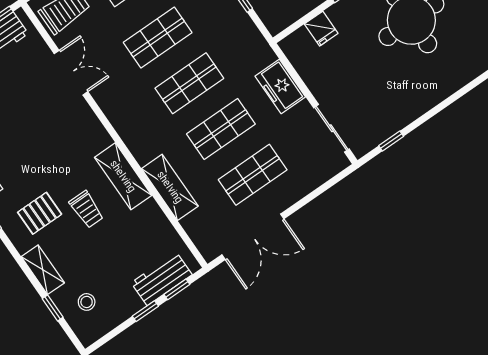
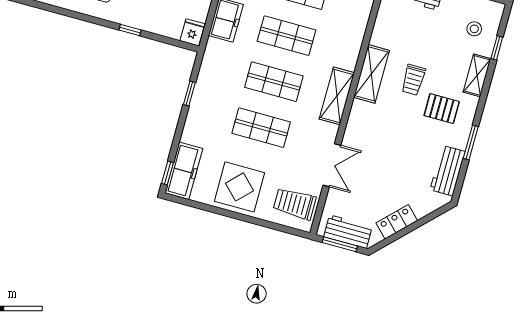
fridge: (321, 29) -> (192, 32), moved
double door: (71, 73) -> (332, 165), swing flipped
shelving: (170, 187) -> (337, 96), moved
trolley: (87, 209) -> (413, 80), turned 180

